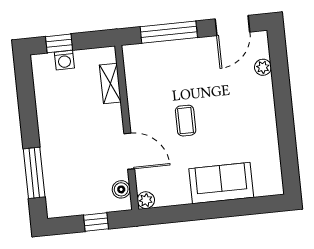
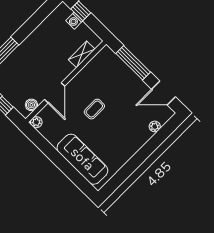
sofa: (221, 183) -> (82, 159), width x1.36

